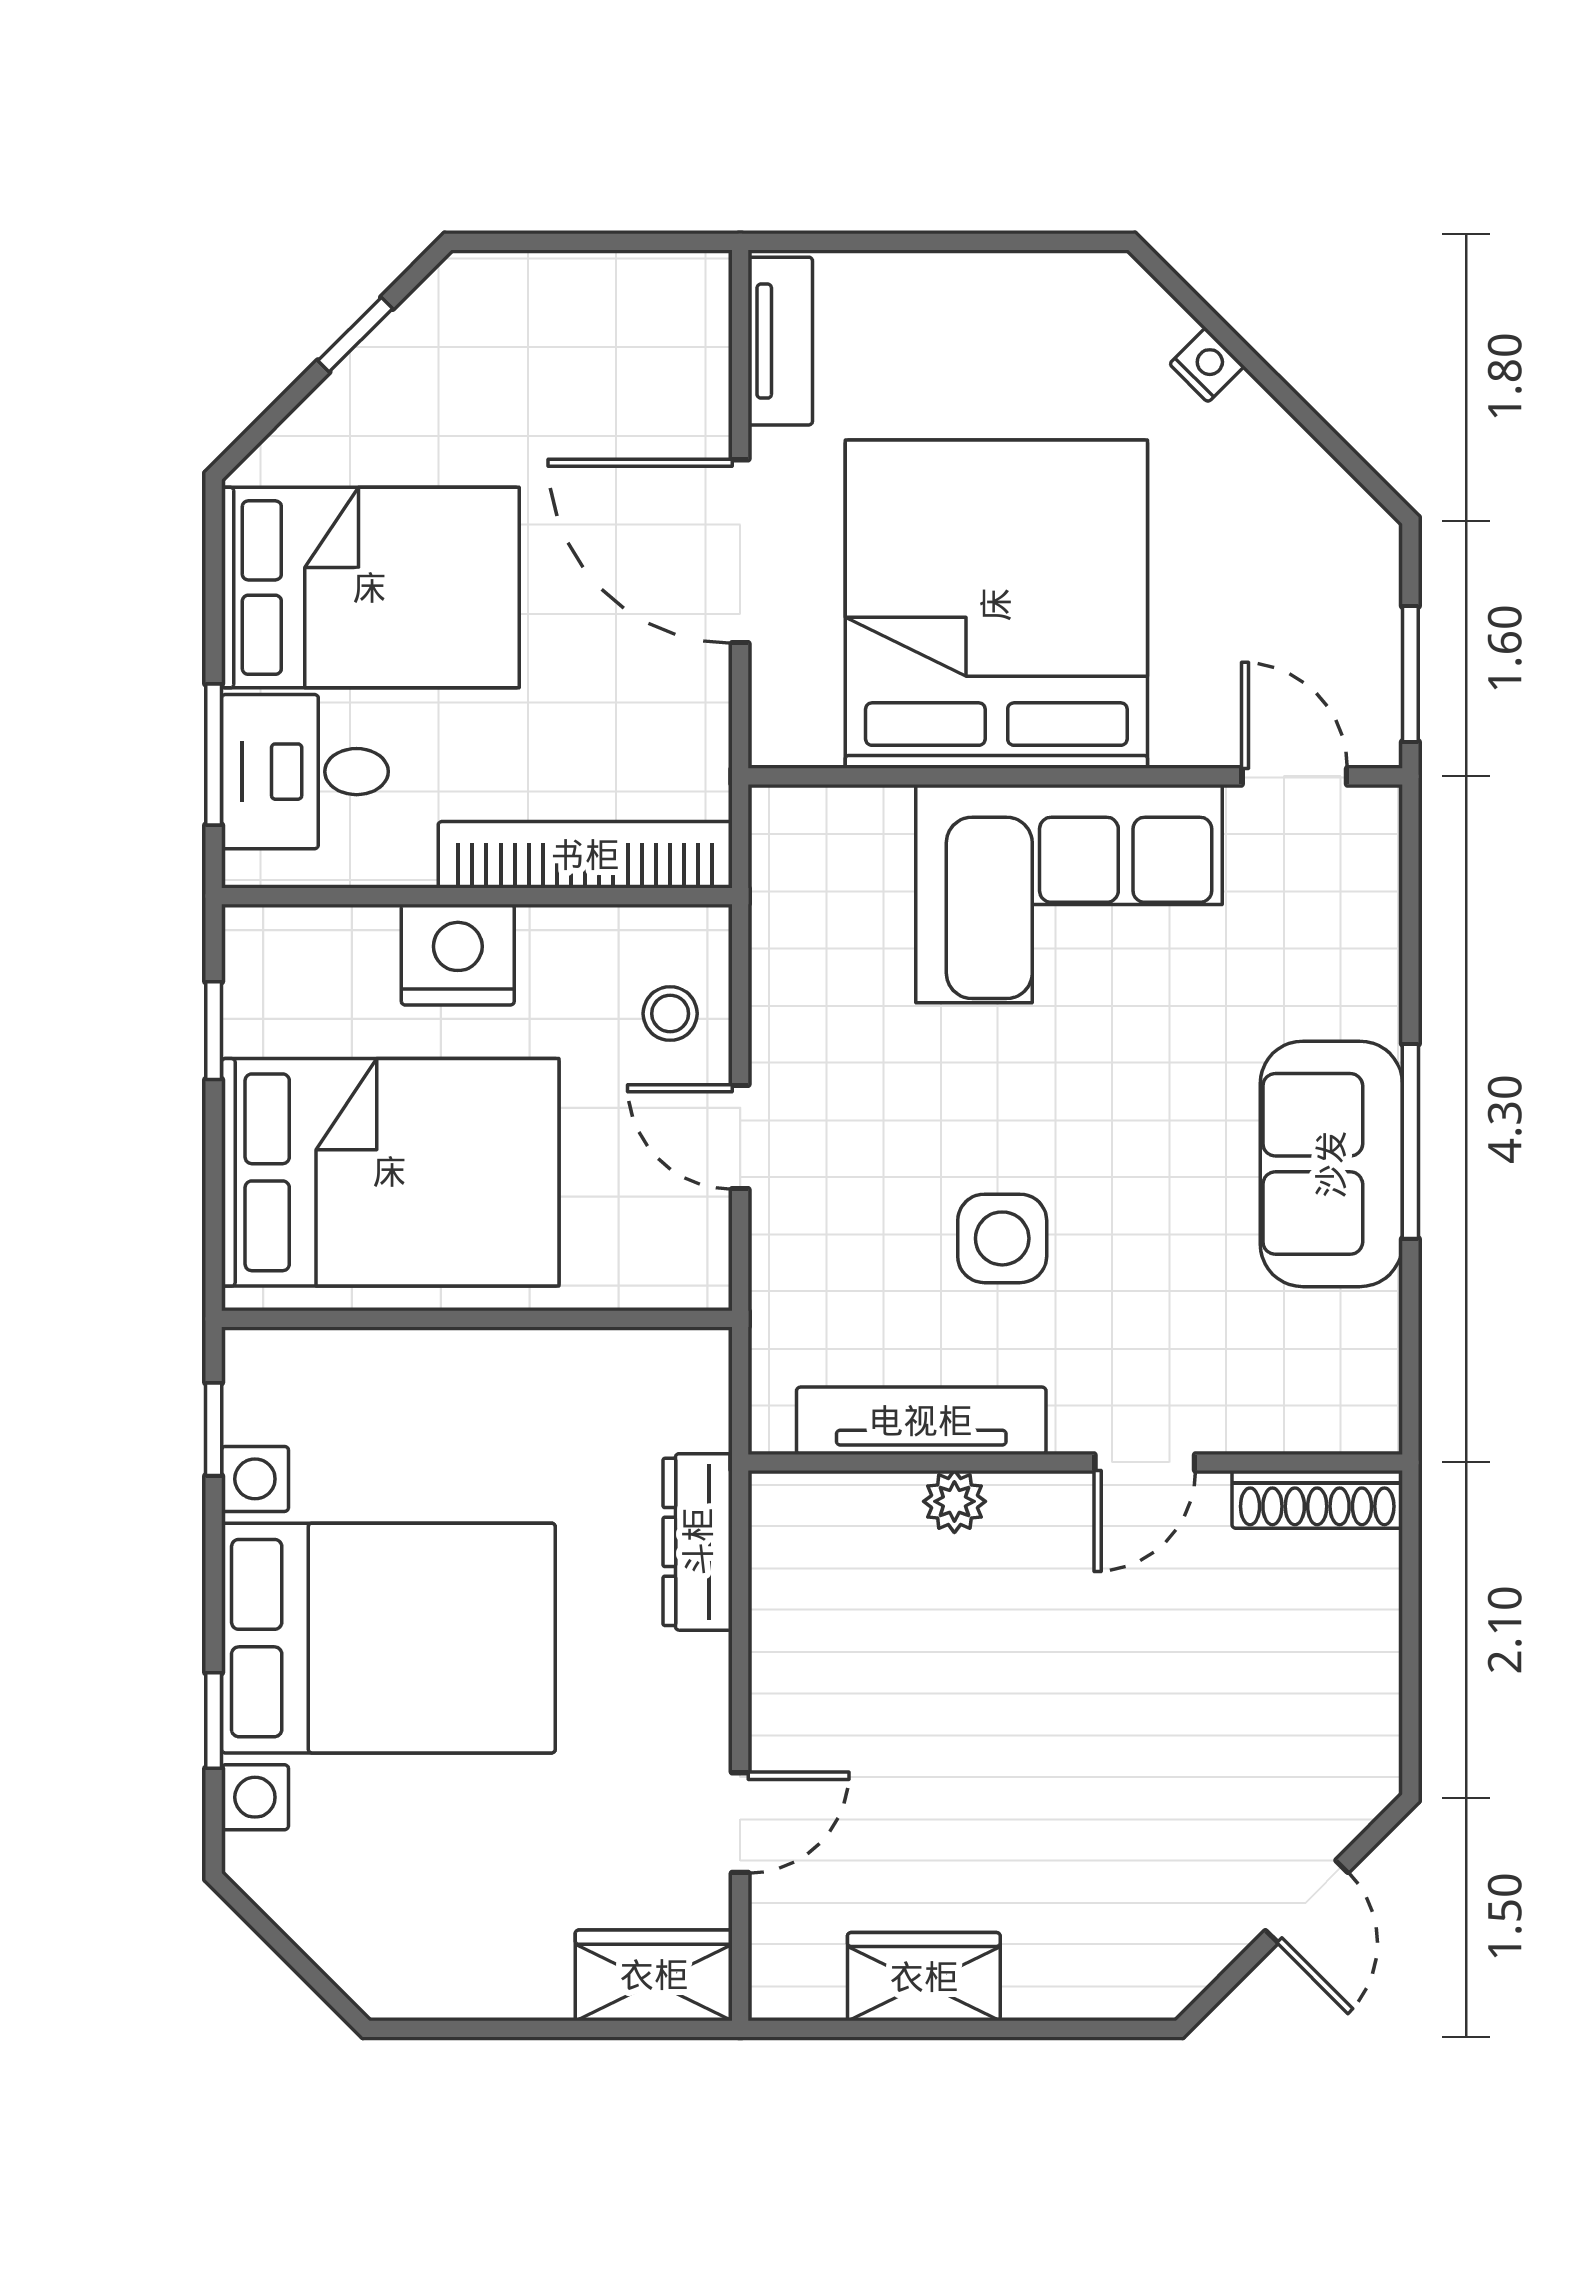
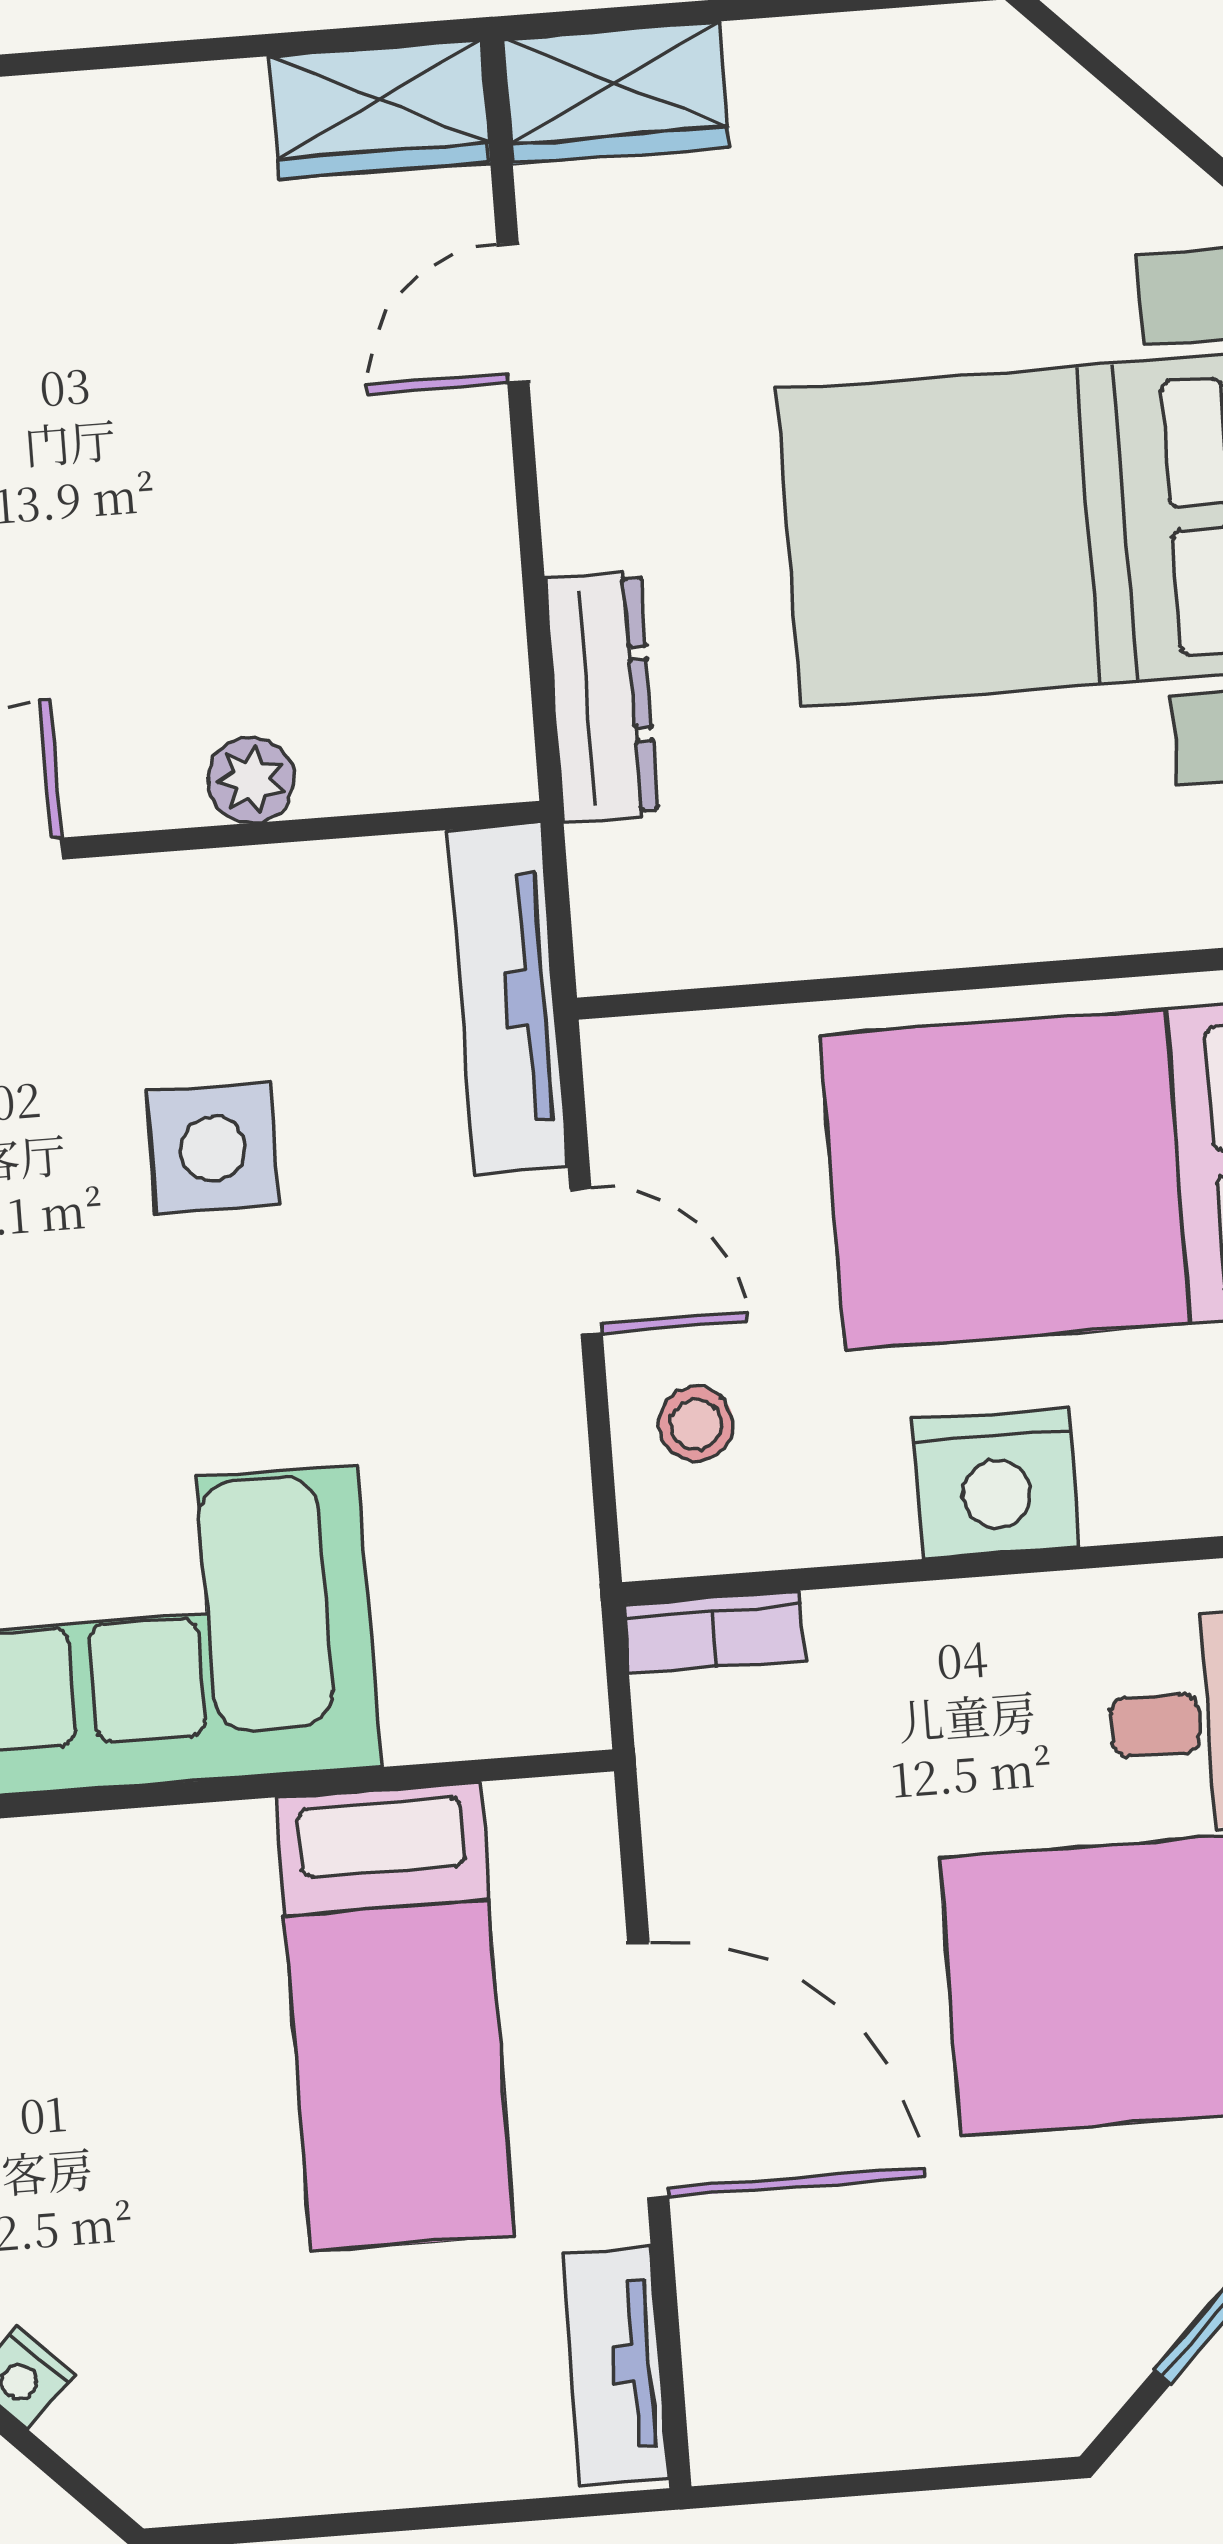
bed: (996, 604) -> (395, 2016), width x0.49
bookcase: (585, 855) -> (714, 1633), width x0.43, depth x0.76
tv unit: (921, 1421) -> (508, 999), moved, turned 90
wardrobe: (924, 1977) -> (380, 109), moved

